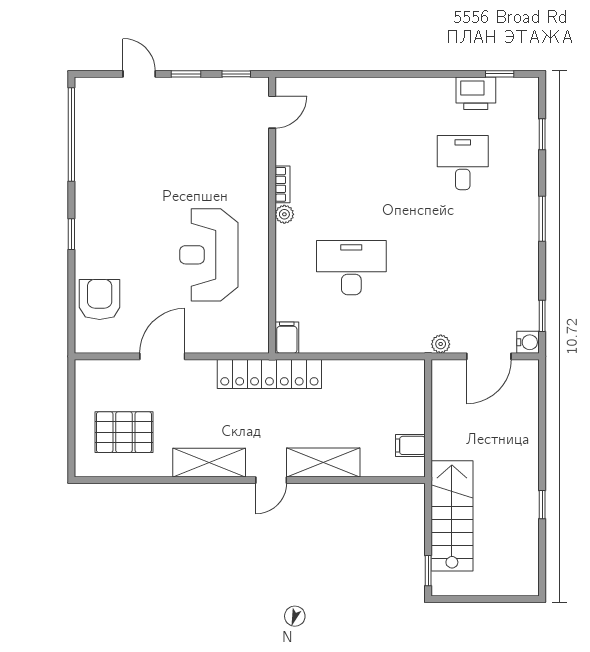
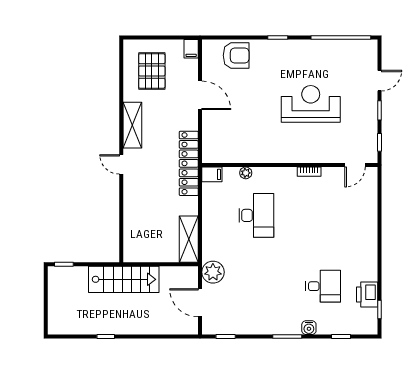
door: (272, 112) -> (355, 165), hinge flipped
plant: (284, 214) -> (246, 173), moved
reception desk: (209, 255) -> (311, 104), moved
water cooler: (528, 342) -> (309, 328), moved
plant: (441, 344) -> (213, 272), width x1.88, depth x1.88
filing cabinet: (410, 445) -> (191, 49), moved, turned 180
shelving: (323, 463) -> (189, 239), moved
stairs: (452, 516) -> (124, 279), moved

